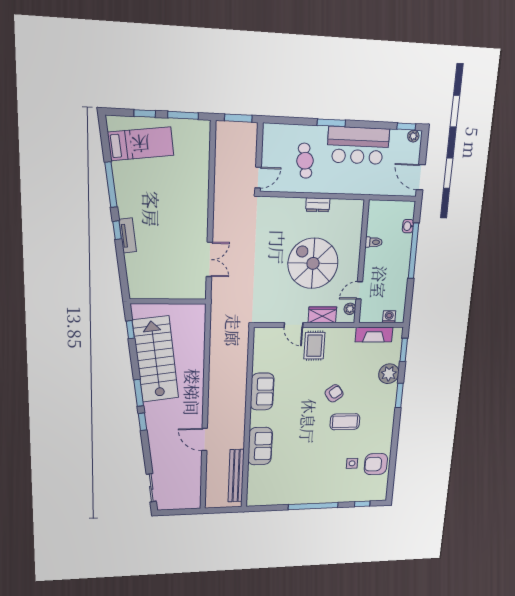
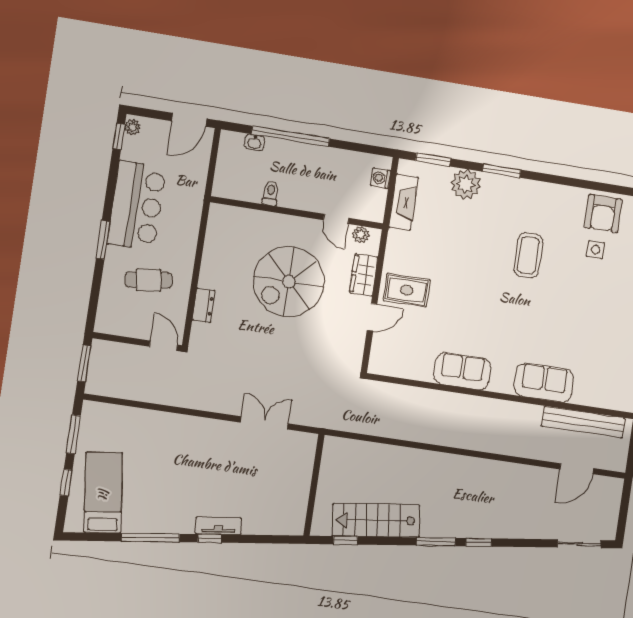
dresser: (318, 205) -> (204, 305), moved
stairs: (156, 359) -> (376, 520), width x0.73, depth x0.66
armchair: (334, 393) -> (482, 268), removed
door: (205, 439) -> (577, 469), moved

